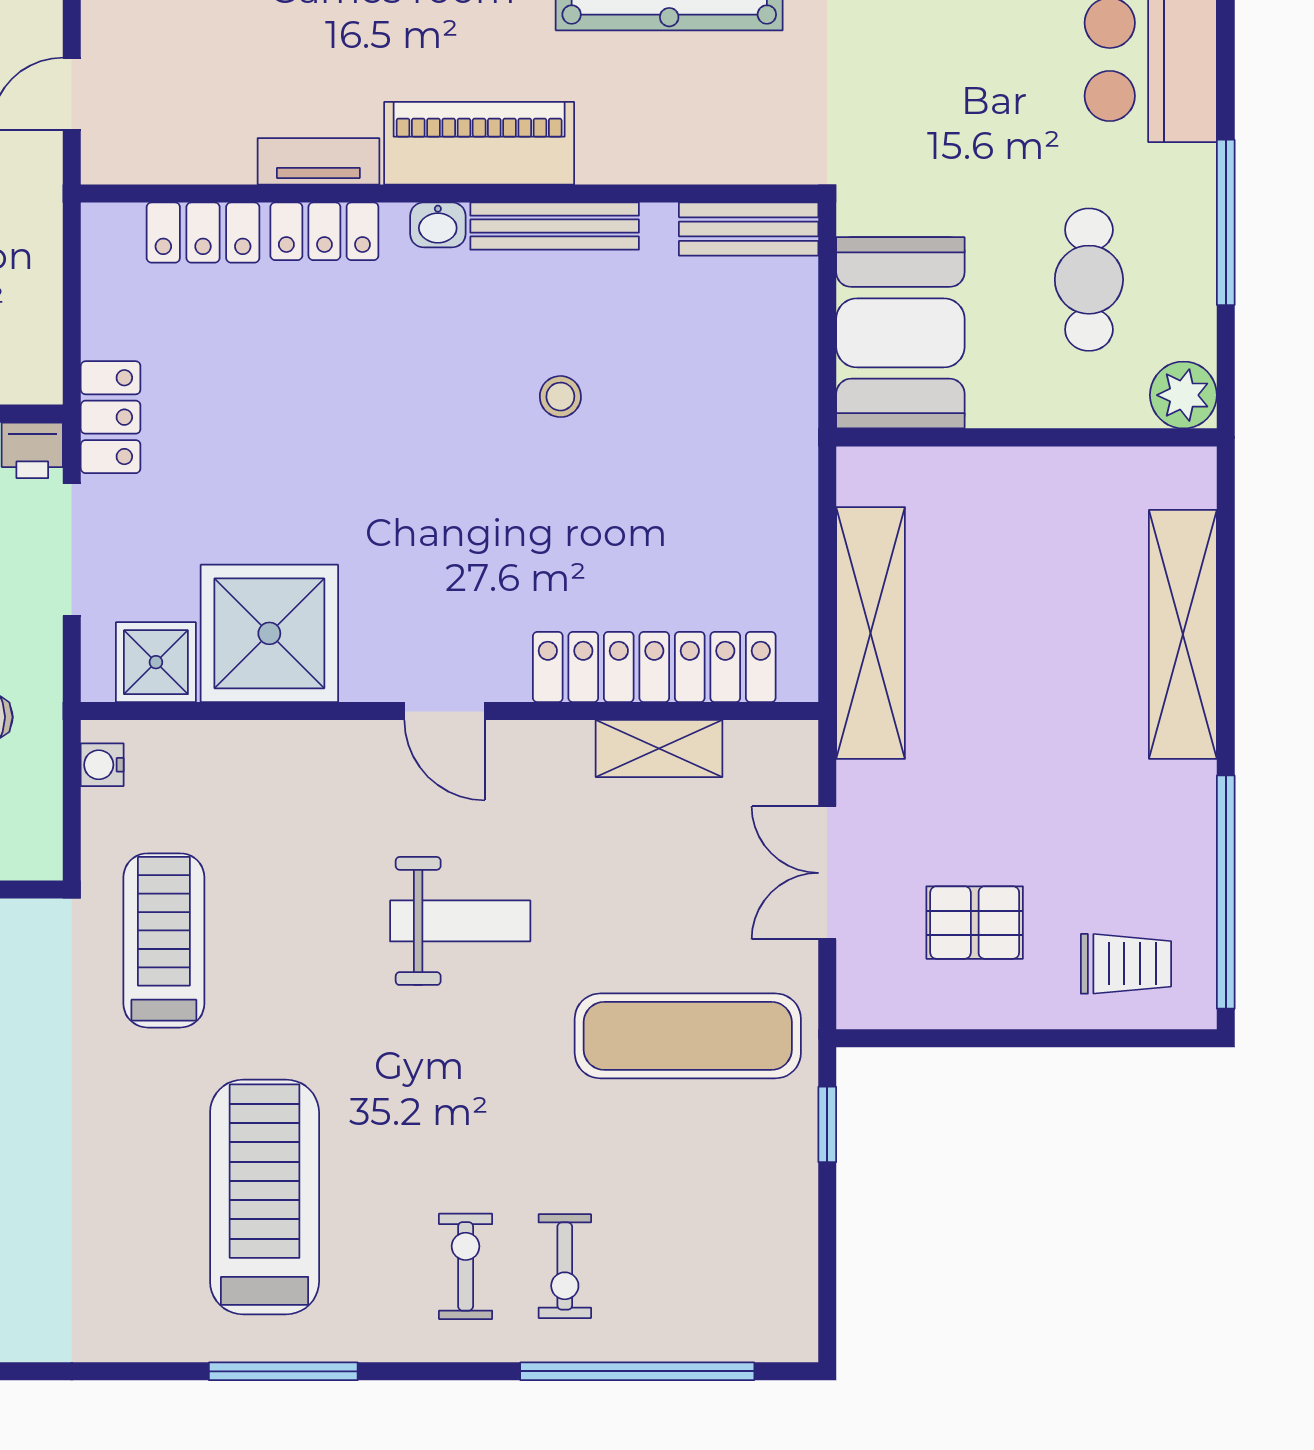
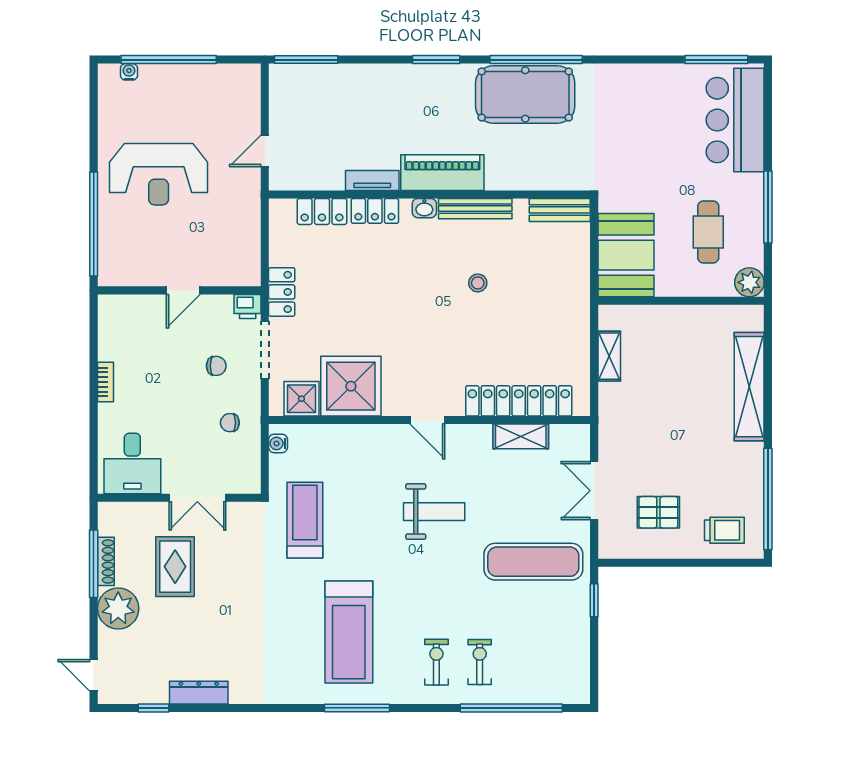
shelving: (871, 633) -> (609, 356), width x0.45, depth x0.75
treadmill: (265, 1197) -> (349, 632), turned 180
exercise bike: (565, 1266) -> (480, 662), turned 180

